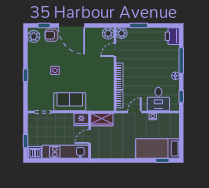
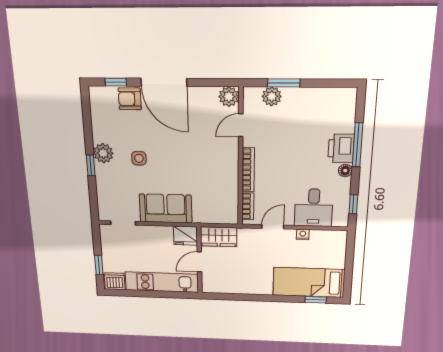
plant: (121, 33) -> (272, 96), moved
plant: (34, 36) -> (103, 153), moved
printer: (172, 36) -> (341, 148), moved

